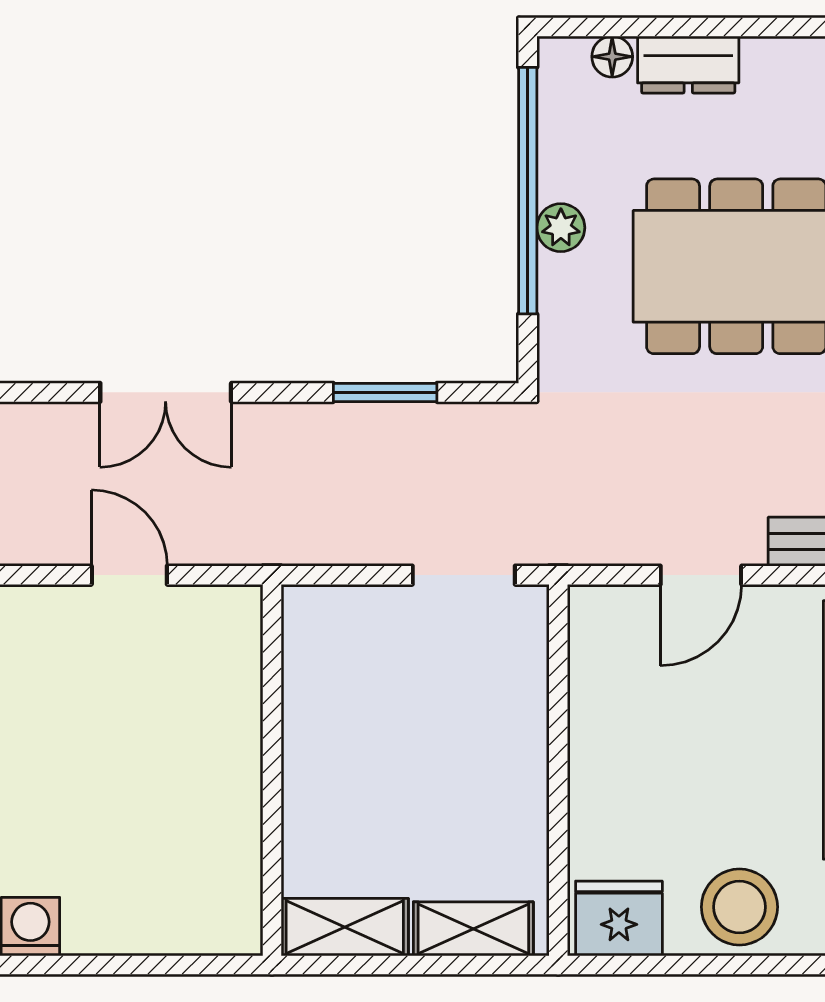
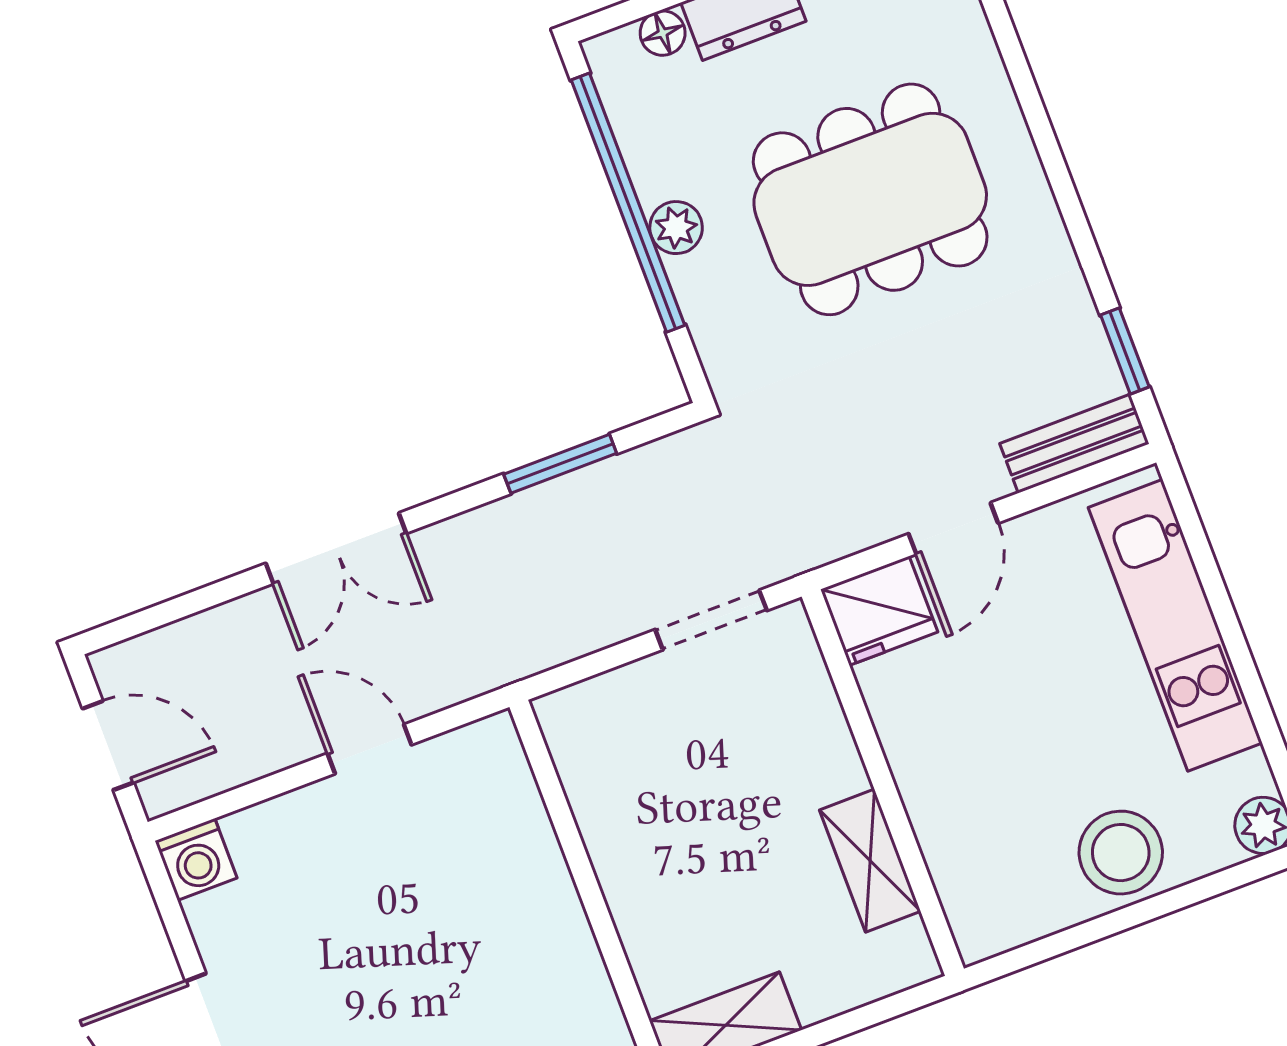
fridge: (619, 918) -> (879, 611), moved, turned 180
shelving: (473, 929) -> (870, 861), moved, turned 90

